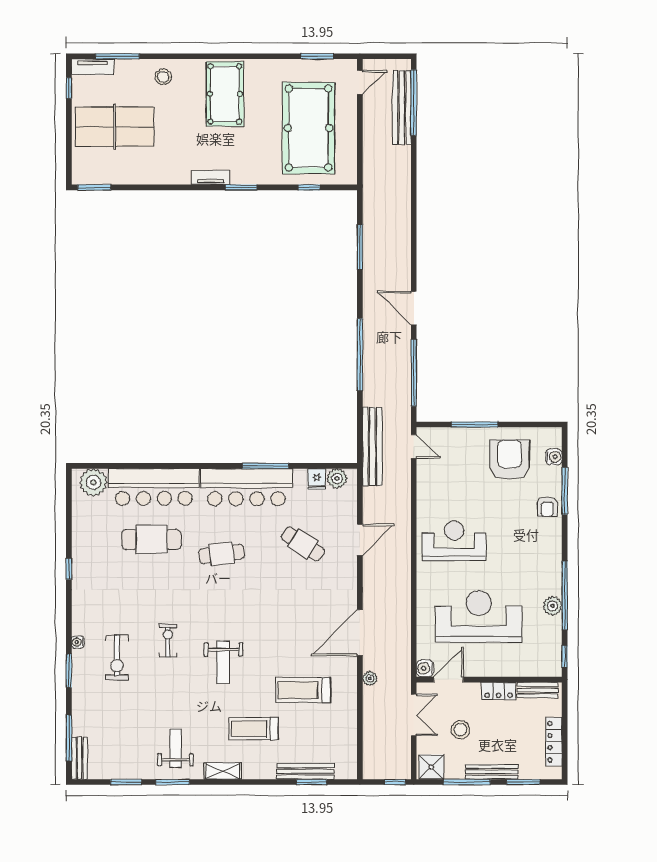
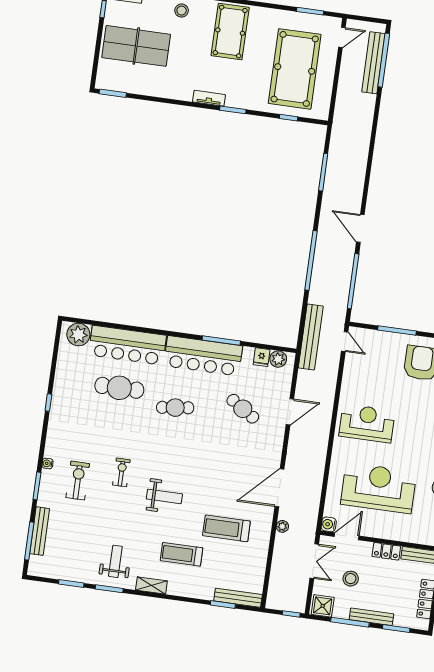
exercise bike: (117, 657) -> (78, 481), turned 180
weight bench: (223, 662) -> (164, 496), turned -90
bench: (80, 758) -> (40, 531), moved, width x1.36
bench: (305, 771) -> (238, 598), moved

